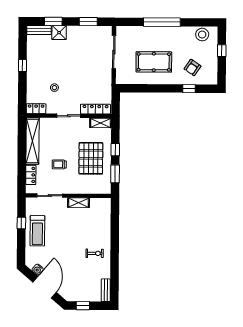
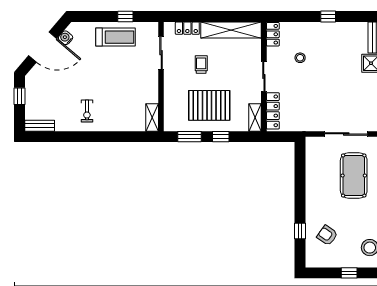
pool table: (154, 62) -> (354, 176), moved
shelving: (79, 203) -> (152, 117), moved
treadmill: (37, 231) -> (115, 37), turned 180

